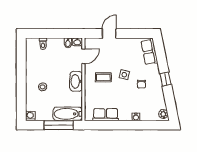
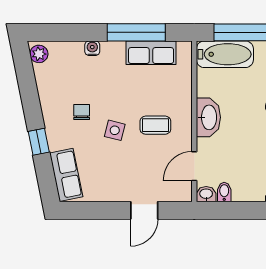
window: (166, 79) -> (39, 142), moved
window: (113, 125) -> (136, 32), added

